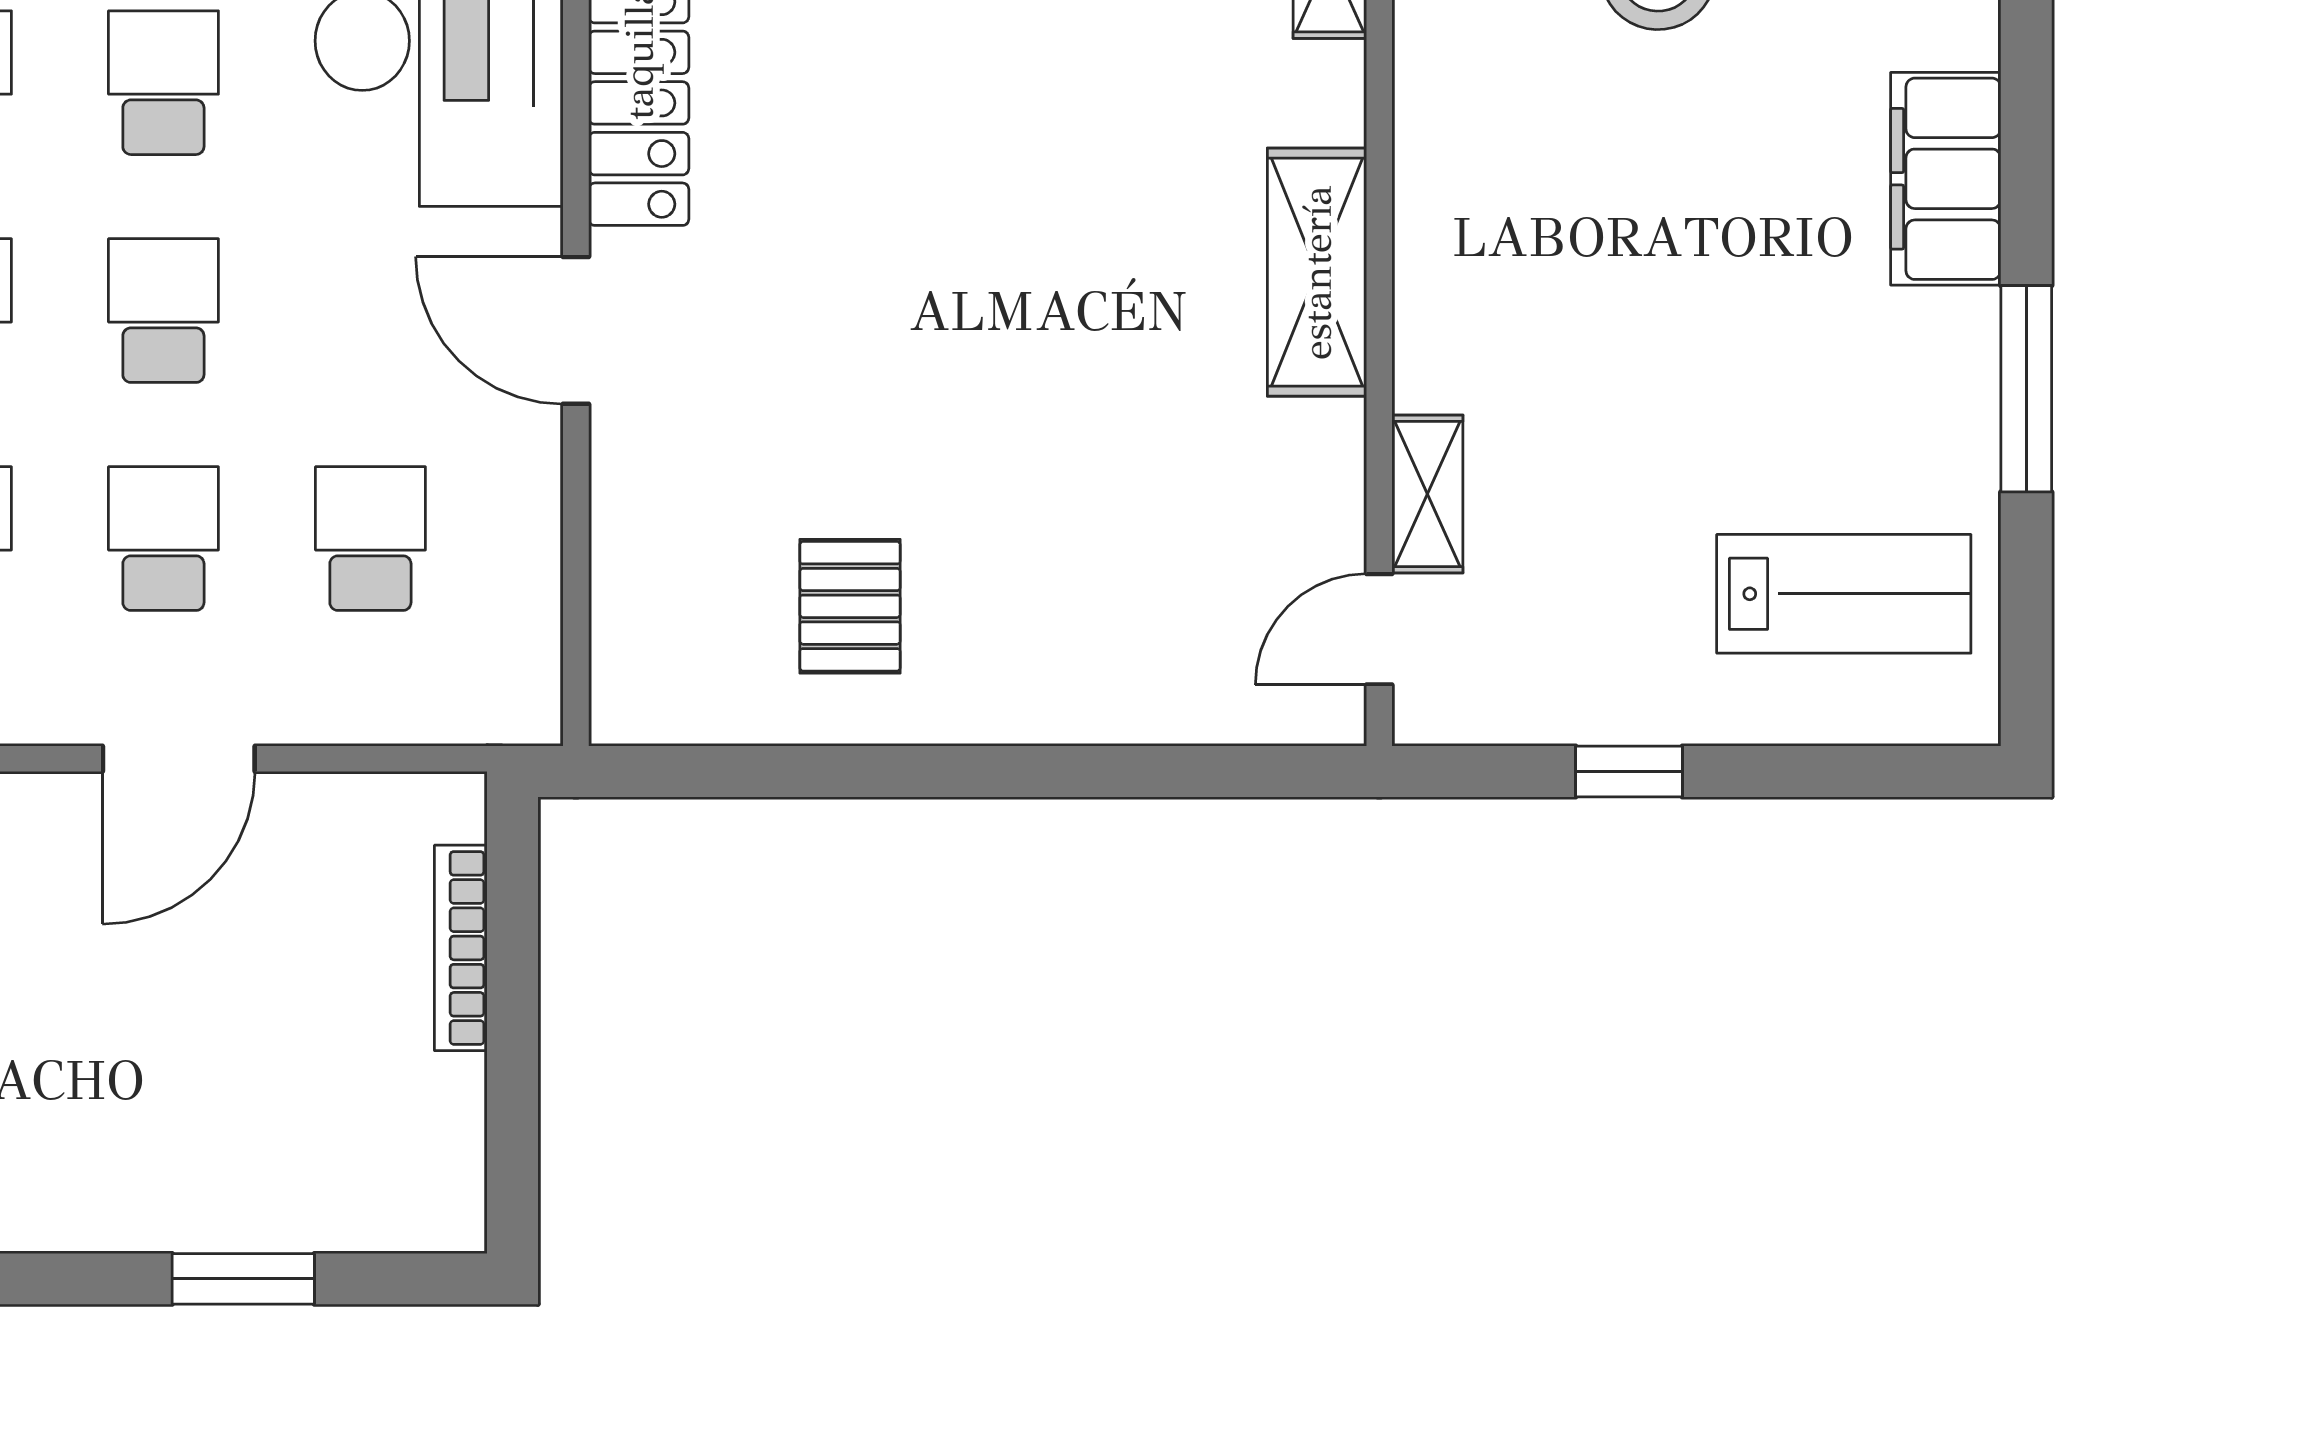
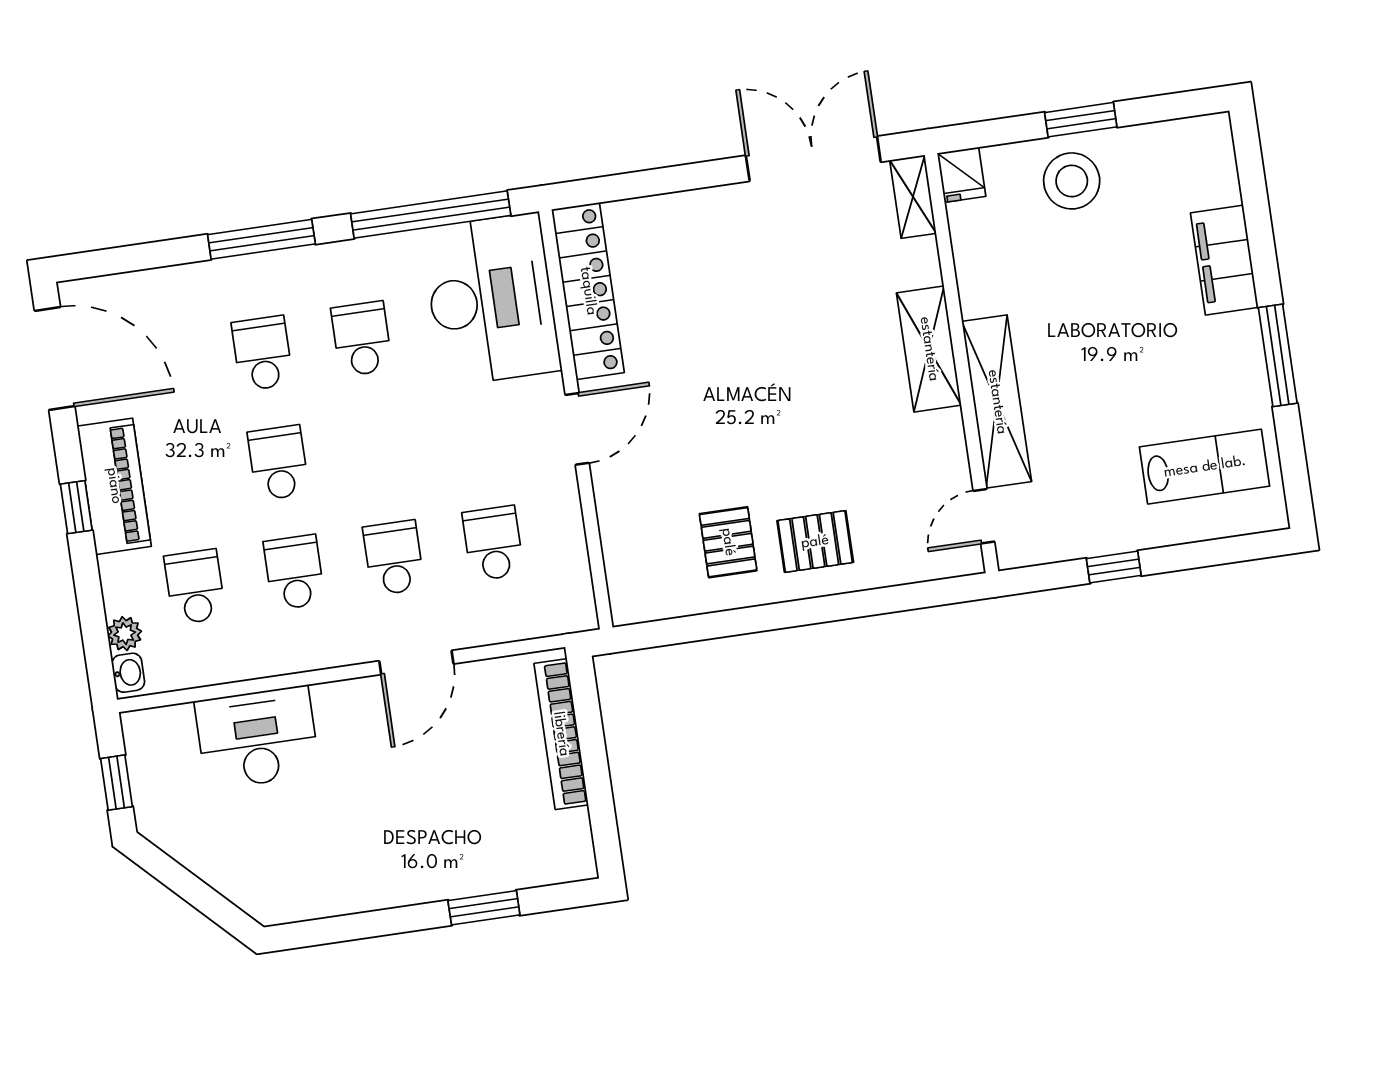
school desk: (163, 311) -> (378, 448), removed
door: (576, 330) -> (577, 429), swing flipped
shelving: (1427, 494) -> (997, 402), width x2.20, depth x1.33
pallet: (1028, 631) -> (815, 542), added
bookcase: (461, 948) -> (561, 734), width x1.48, depth x1.31

